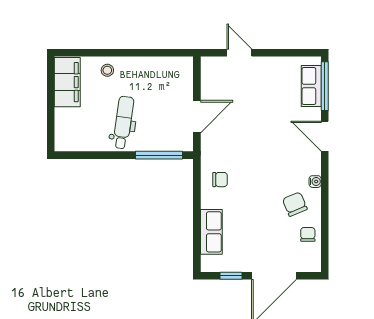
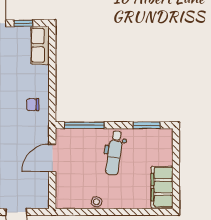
stool: (107, 70) -> (97, 202), moved
window: (85, 155) -> (147, 125), added
row of seats: (211, 232) -> (40, 45), moved

